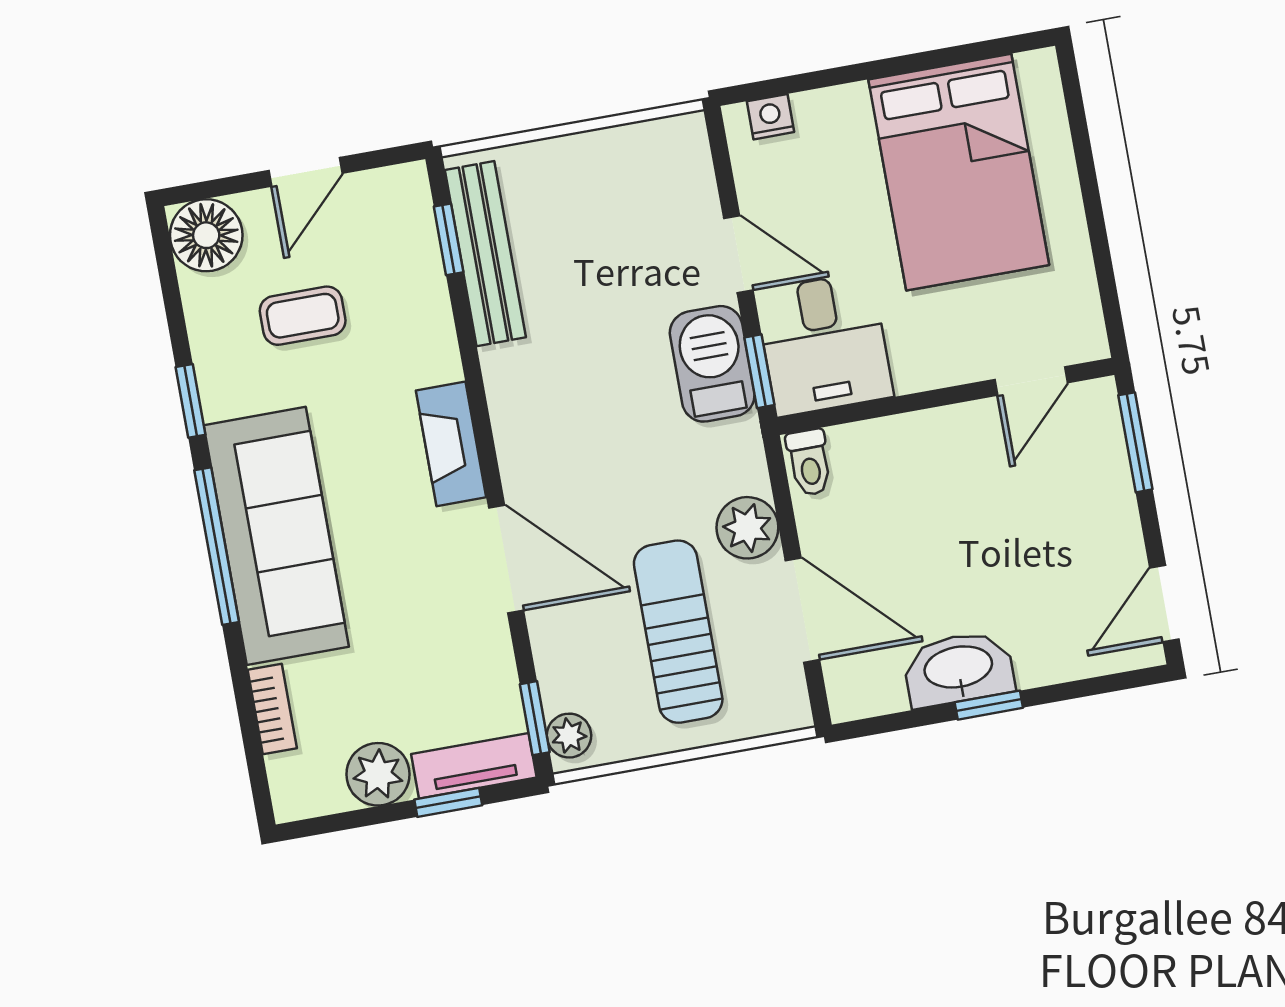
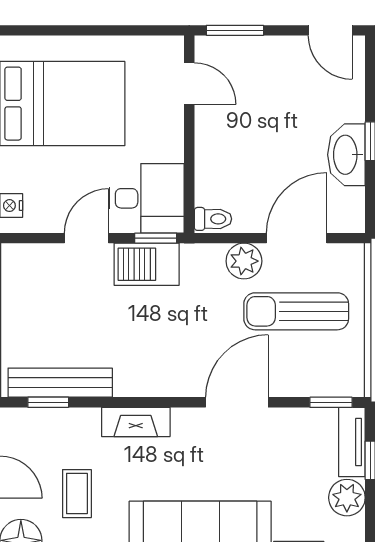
fireplace: (451, 444) -> (136, 422), moved
plant: (569, 736) -> (344, 384), removed

